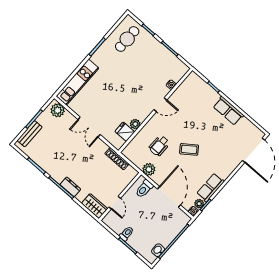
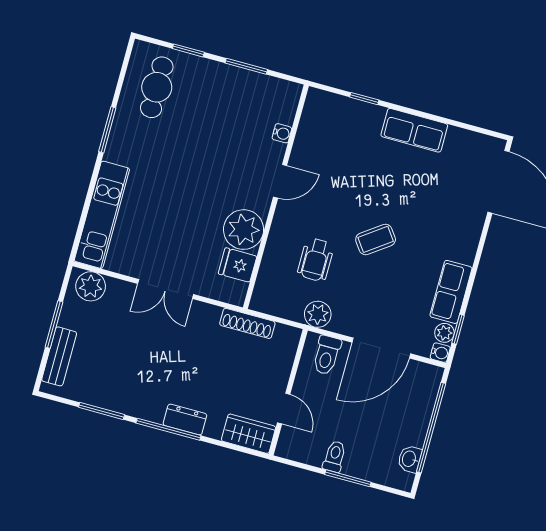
plant: (135, 124) -> (244, 230), width x1.87, depth x1.87
door: (169, 197) -> (381, 348), swing flipped

